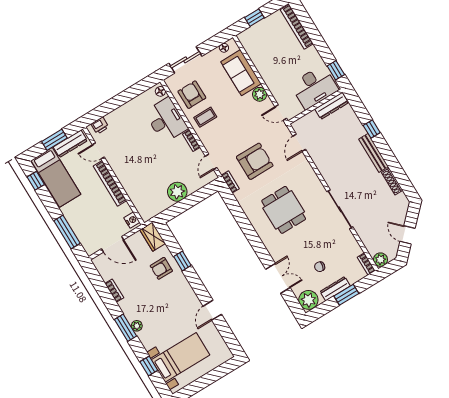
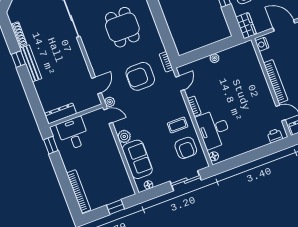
desk: (314, 87) -> (73, 134), width x0.73
plant: (282, 128) -> (110, 102), added
window: (372, 129) -> (18, 59), moved
plant: (177, 192) -> (214, 58), width x0.53, depth x0.53

